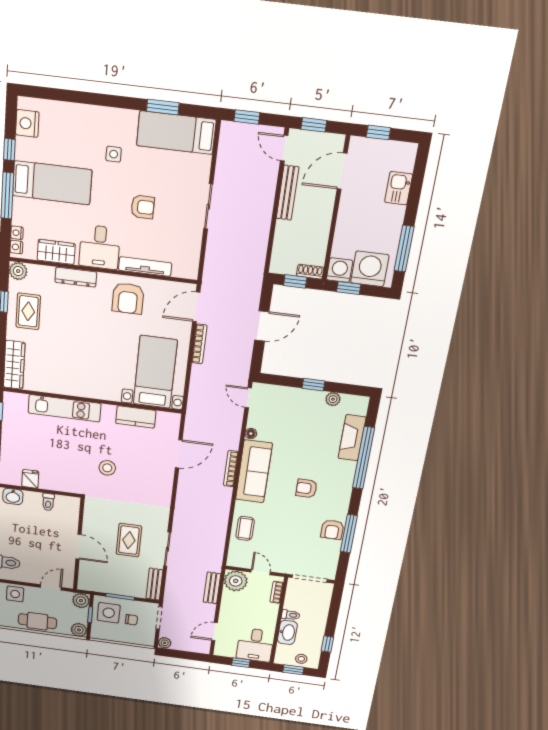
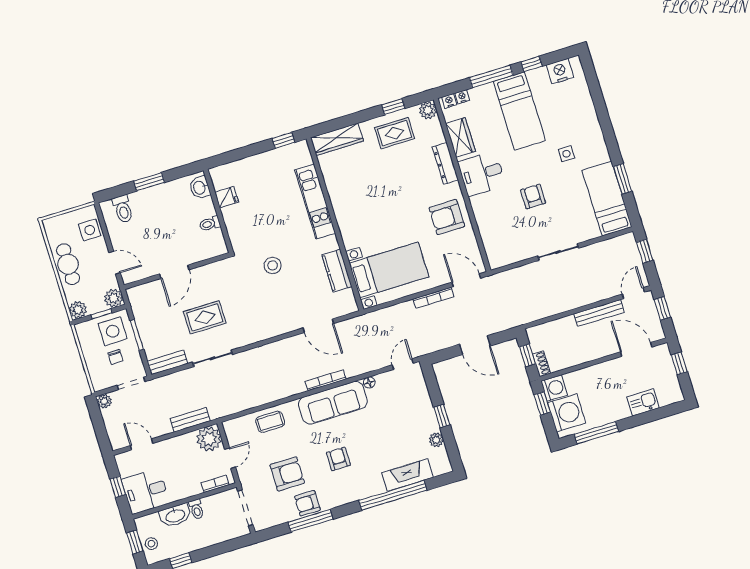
armchair: (143, 207) -> (533, 196), turned 180
tv unit: (145, 267) -> (482, 220), removed
armchair: (298, 534) -> (287, 474), added

